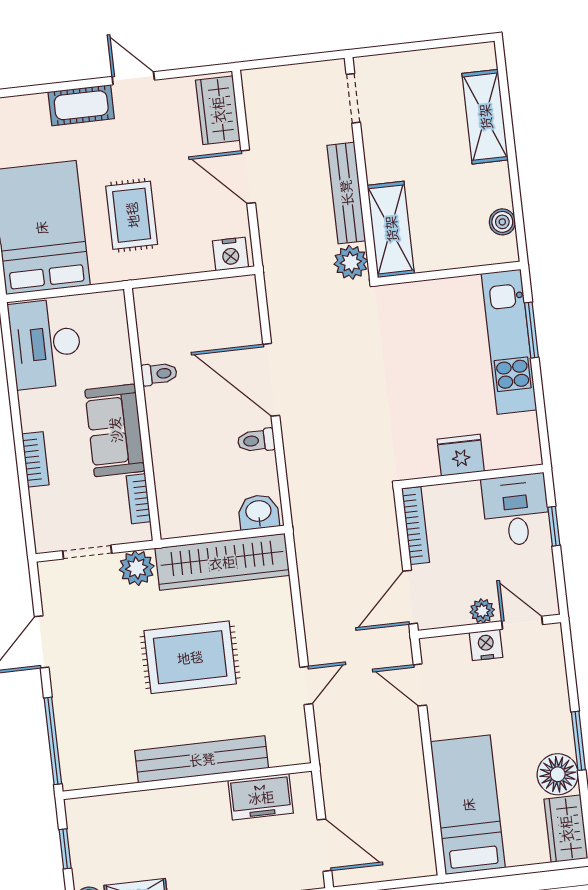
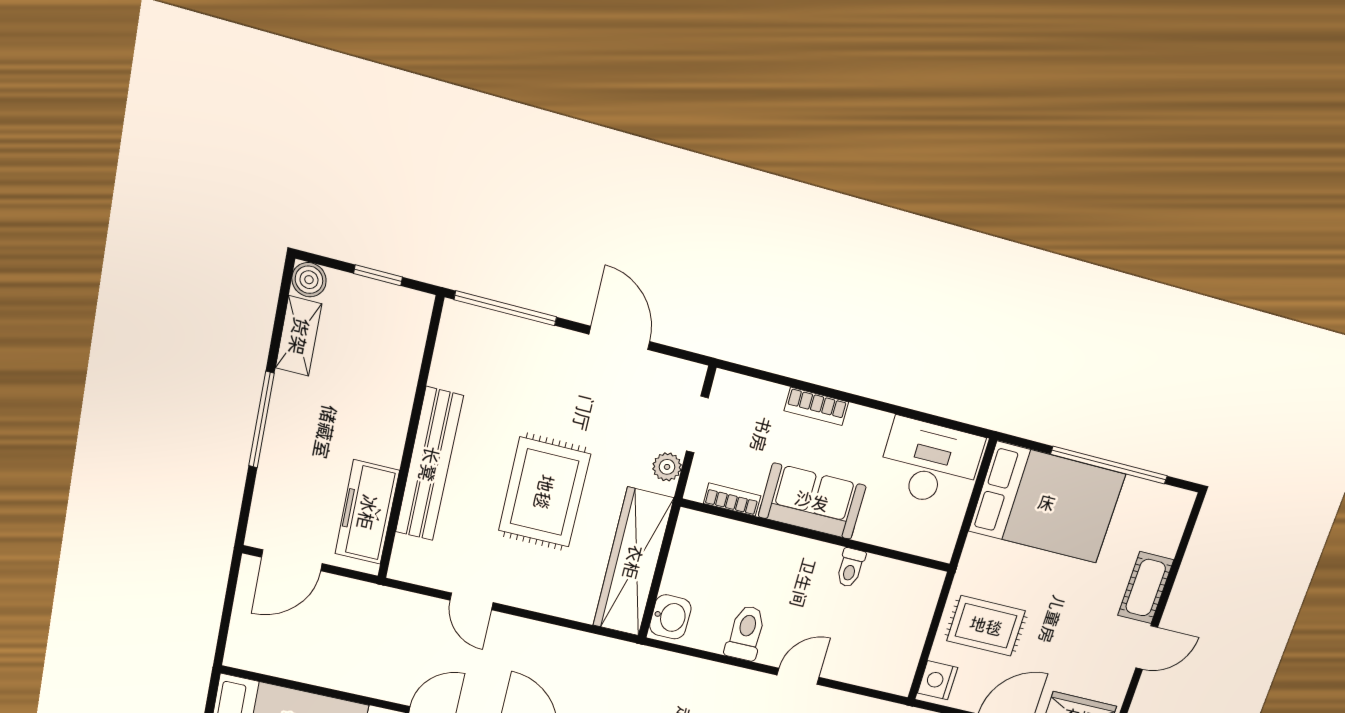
rug: (132, 215) -> (986, 626), moved
door: (271, 380) -> (798, 676), width x0.53
toilet: (256, 441) -> (746, 633), width x1.37, depth x1.39
plant: (137, 568) -> (667, 467), width x0.73, depth x0.73
freezer: (261, 797) -> (367, 512), width x1.40

